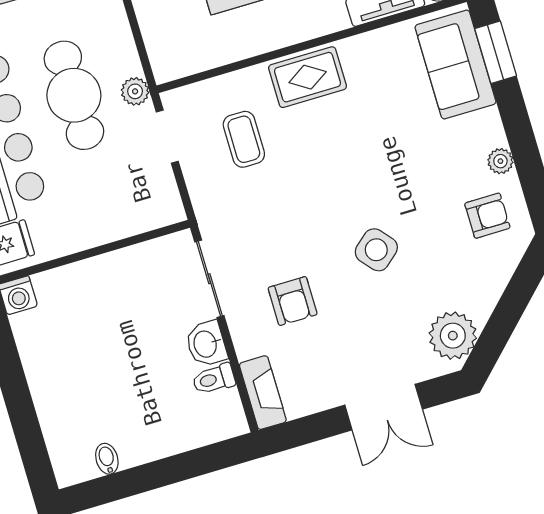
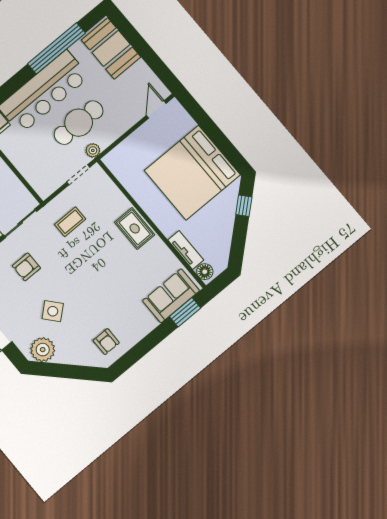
coffee table: (244, 139) -> (70, 222), moved
plant: (500, 161) -> (135, 337), removed
side table: (376, 250) -> (53, 311), moved

